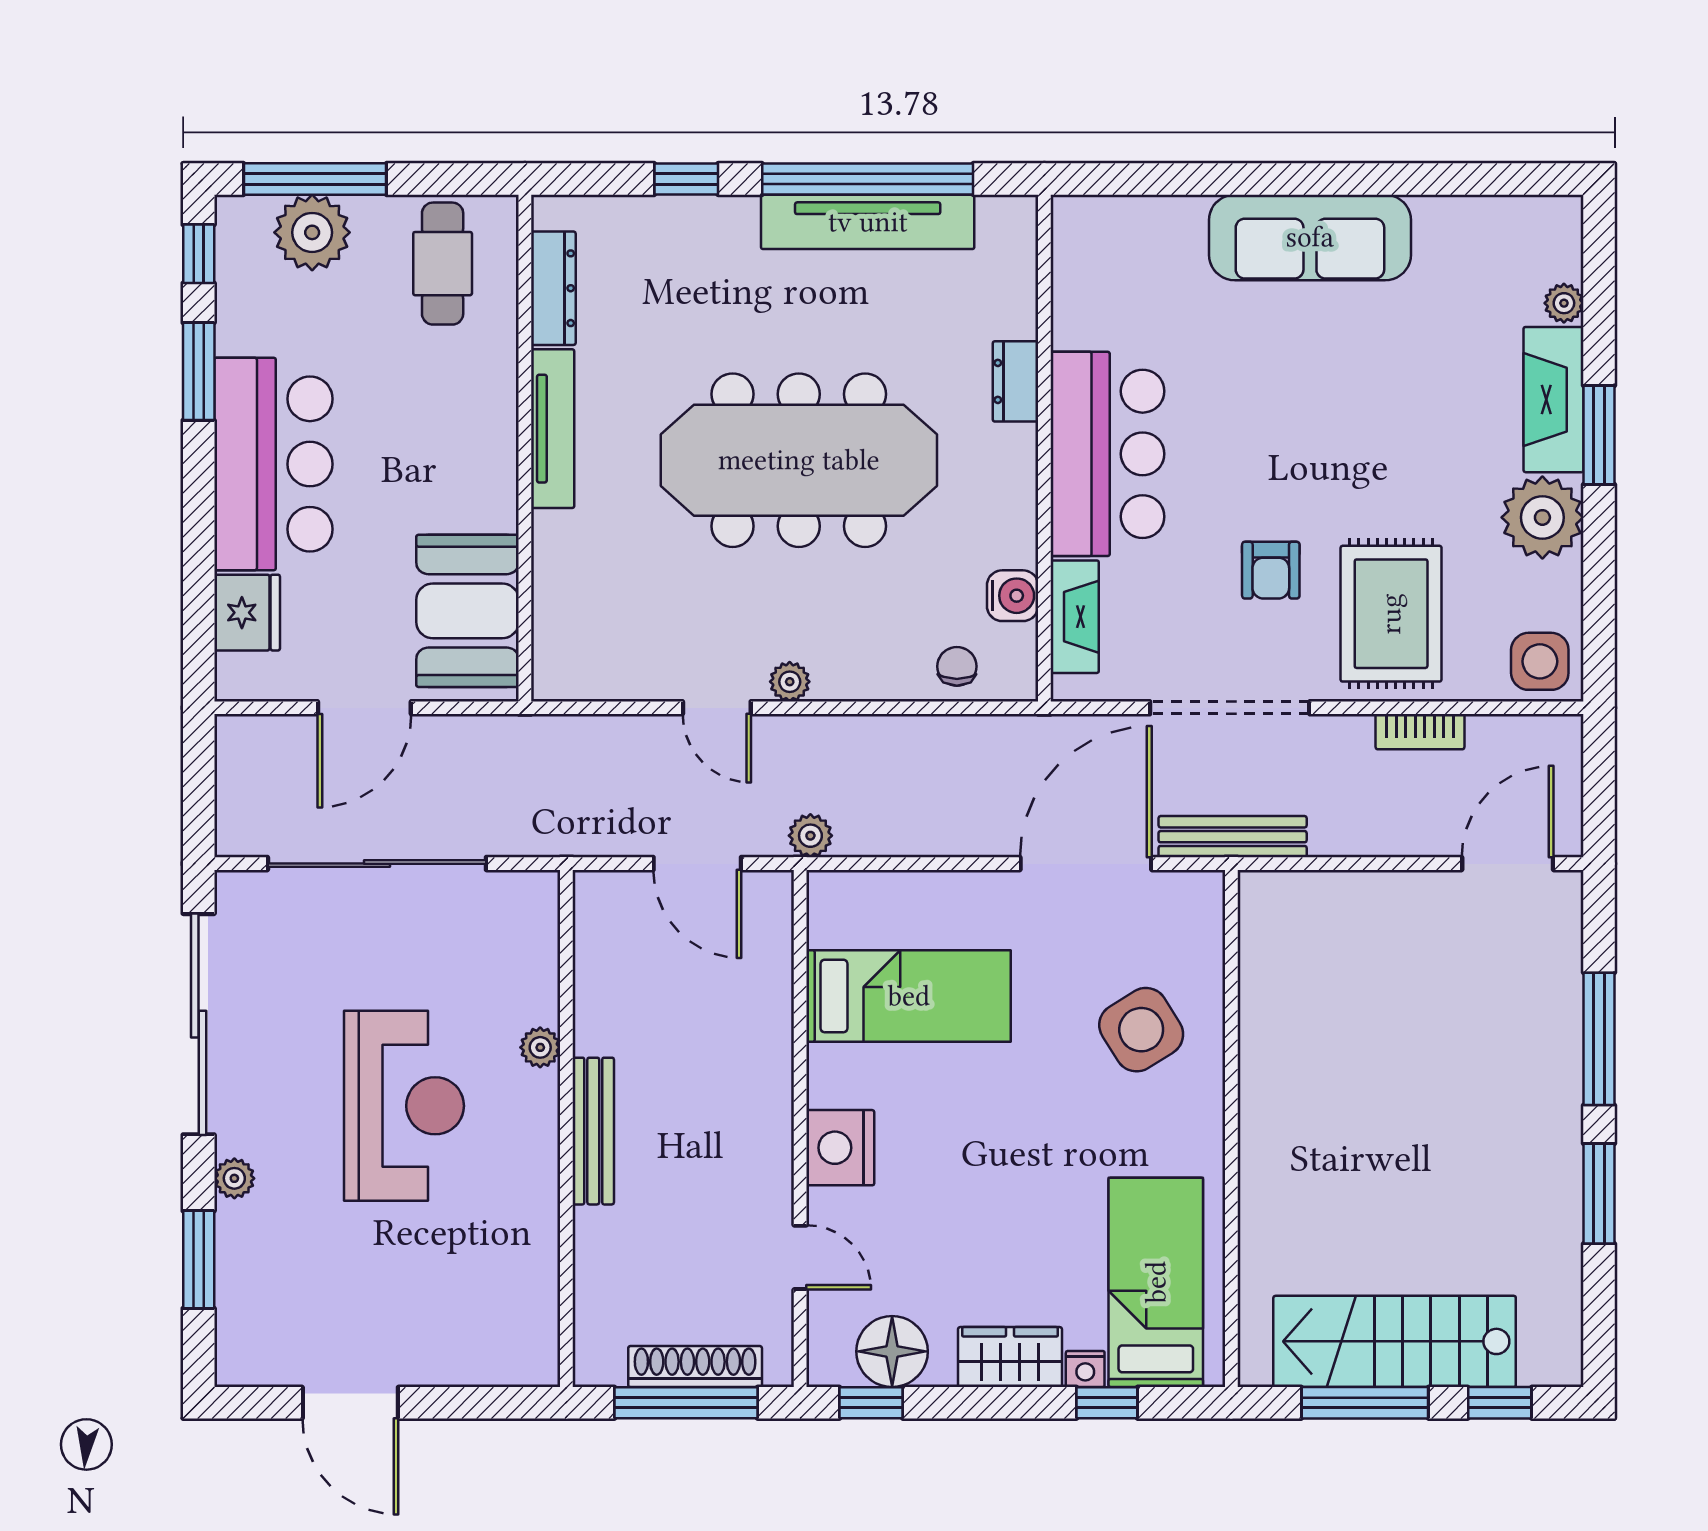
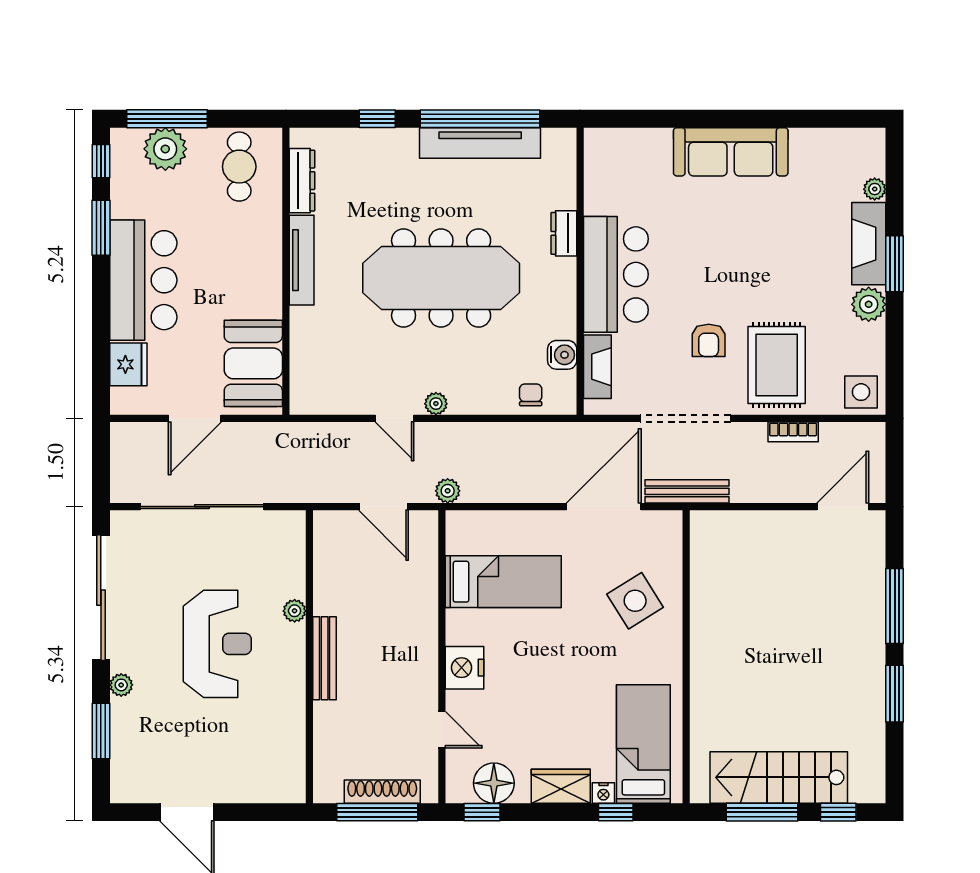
plant: (1542, 517) -> (869, 304), width x0.73, depth x0.73

